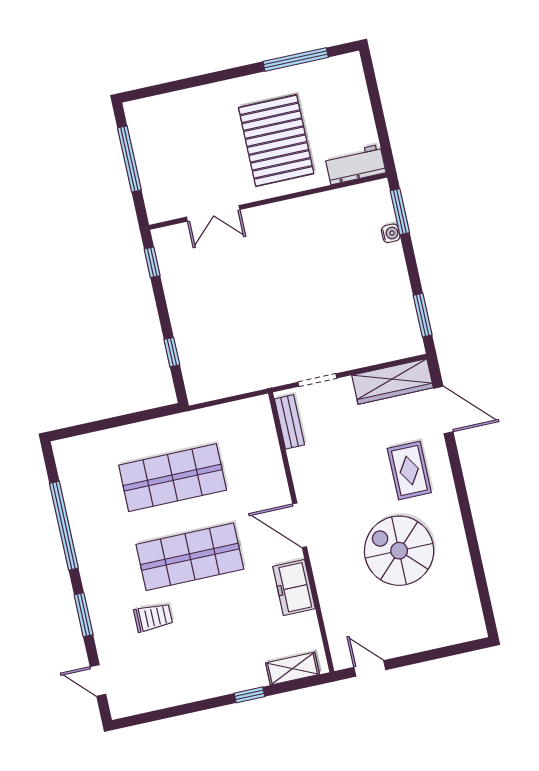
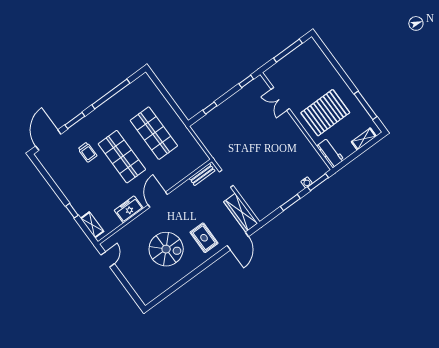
shelving: (357, 90) -> (364, 139), added
window: (423, 315) -> (290, 203), moved
rug: (409, 470) -> (204, 238), turned 90
spiral stairs: (399, 551) -> (166, 249), turned 90
door: (98, 680) -> (48, 140), width x1.87

